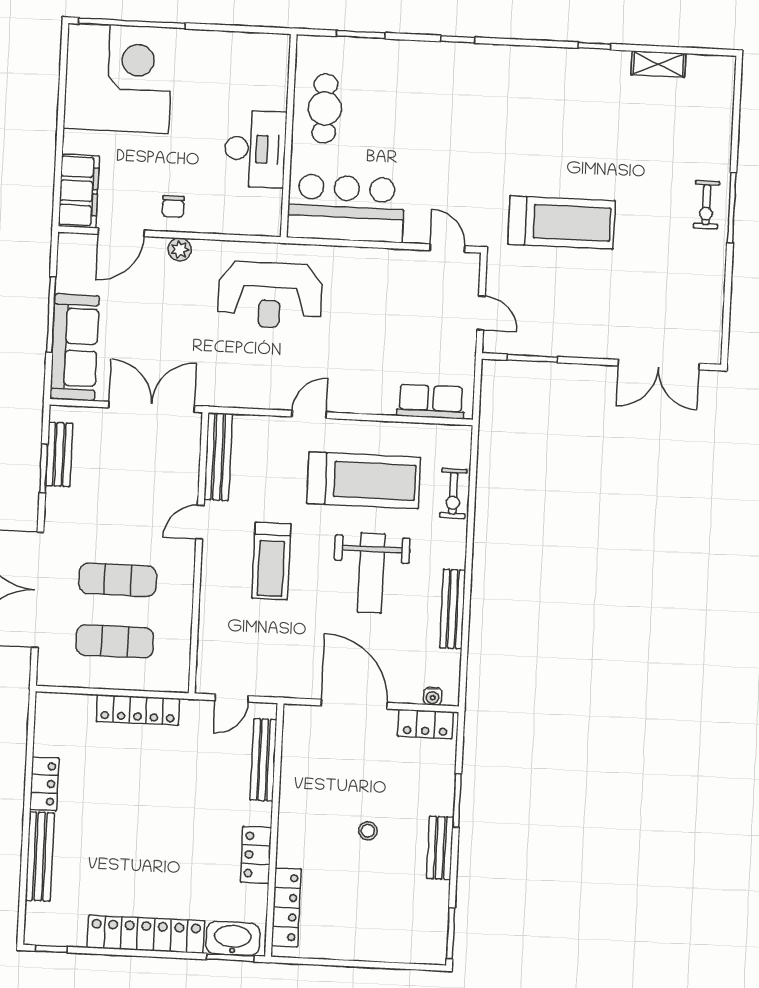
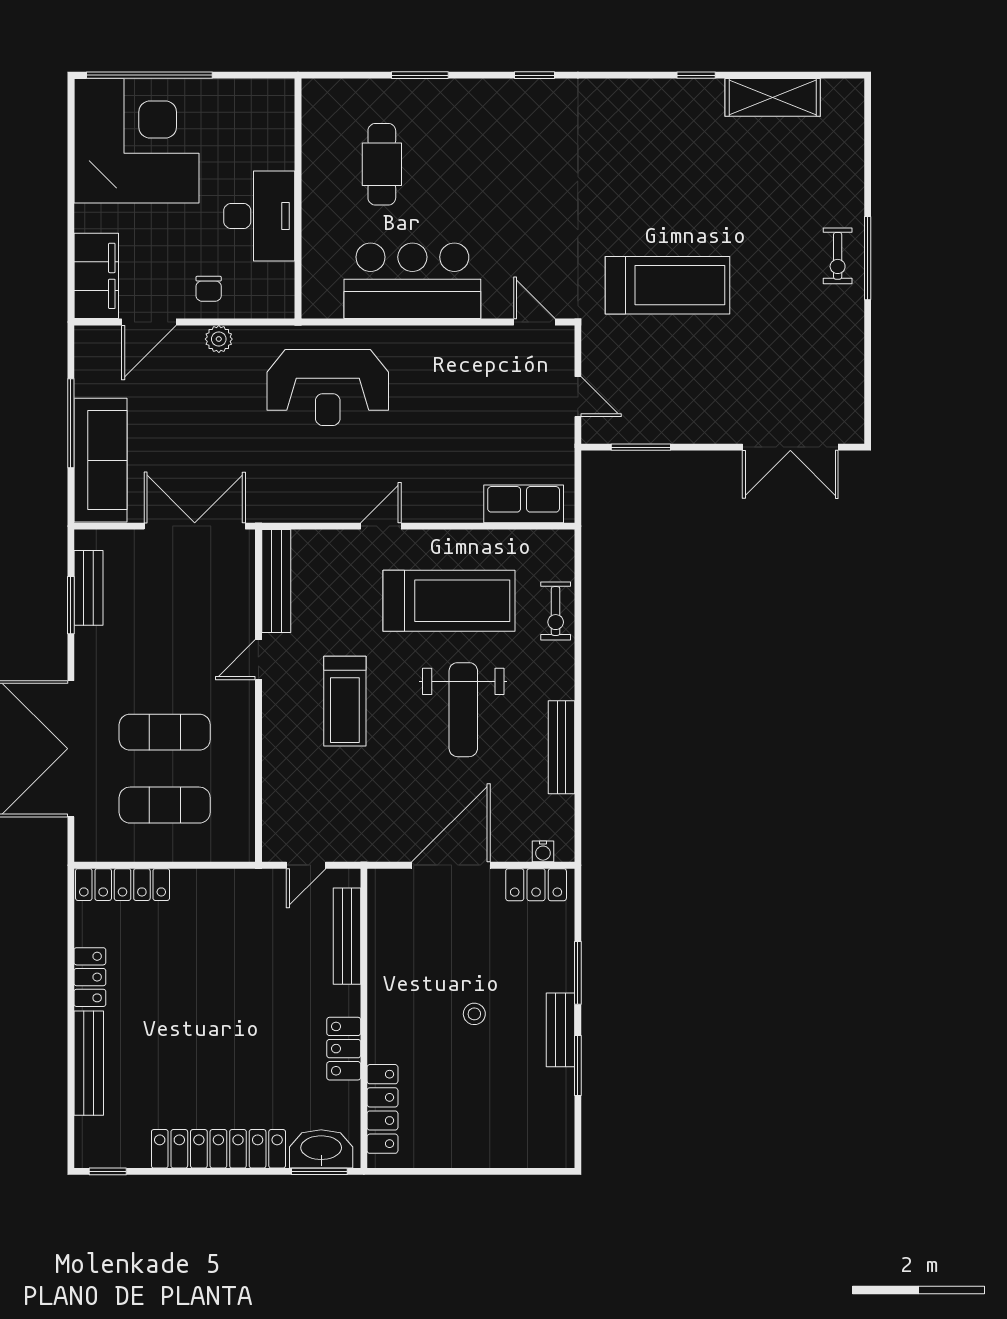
shelving: (658, 64) -> (773, 97), width x1.50, depth x1.33
wall: (289, 136) -> (298, 199), moved
desk: (255, 149) -> (259, 216), moved
door: (354, 704) -> (451, 865), hinge flipped
locker: (138, 710) -> (123, 885), moved
window: (451, 933) -> (578, 1065), moved

